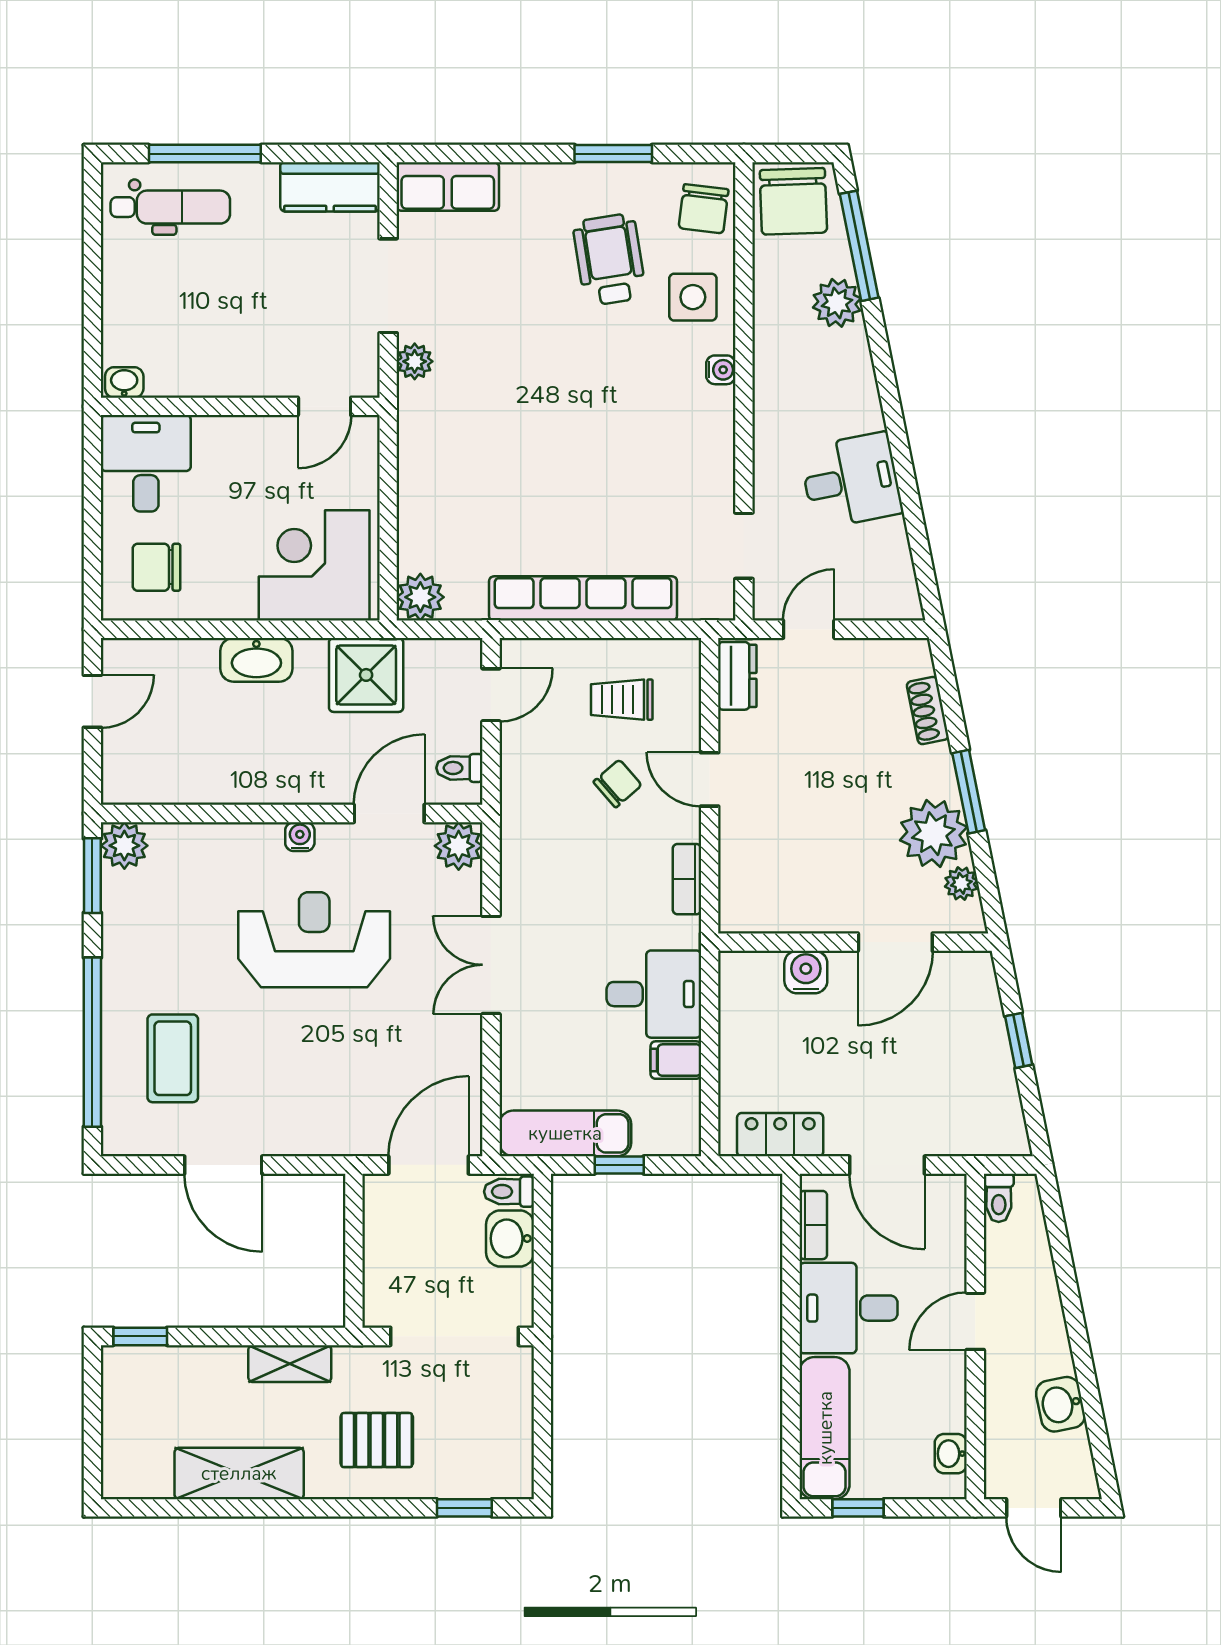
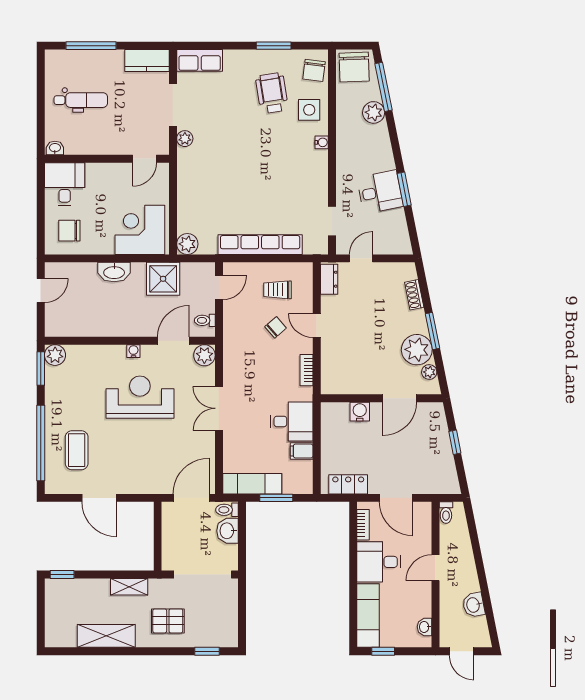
dental chair: (170, 207) -> (81, 100), moved
window: (905, 475) -> (404, 189), added
window: (619, 1165) -> (276, 498), width x1.50

